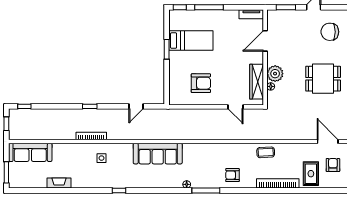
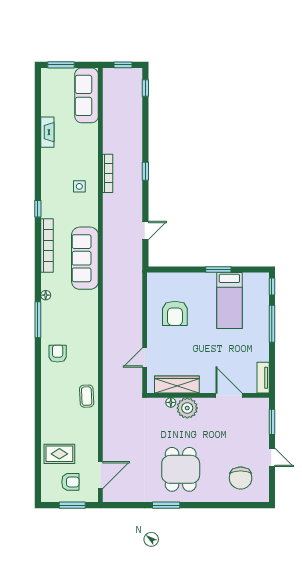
chair: (330, 32) -> (241, 478), turned 180
door: (136, 106) -> (145, 230), swing flipped
bookcase: (278, 183) -> (47, 246), moved

